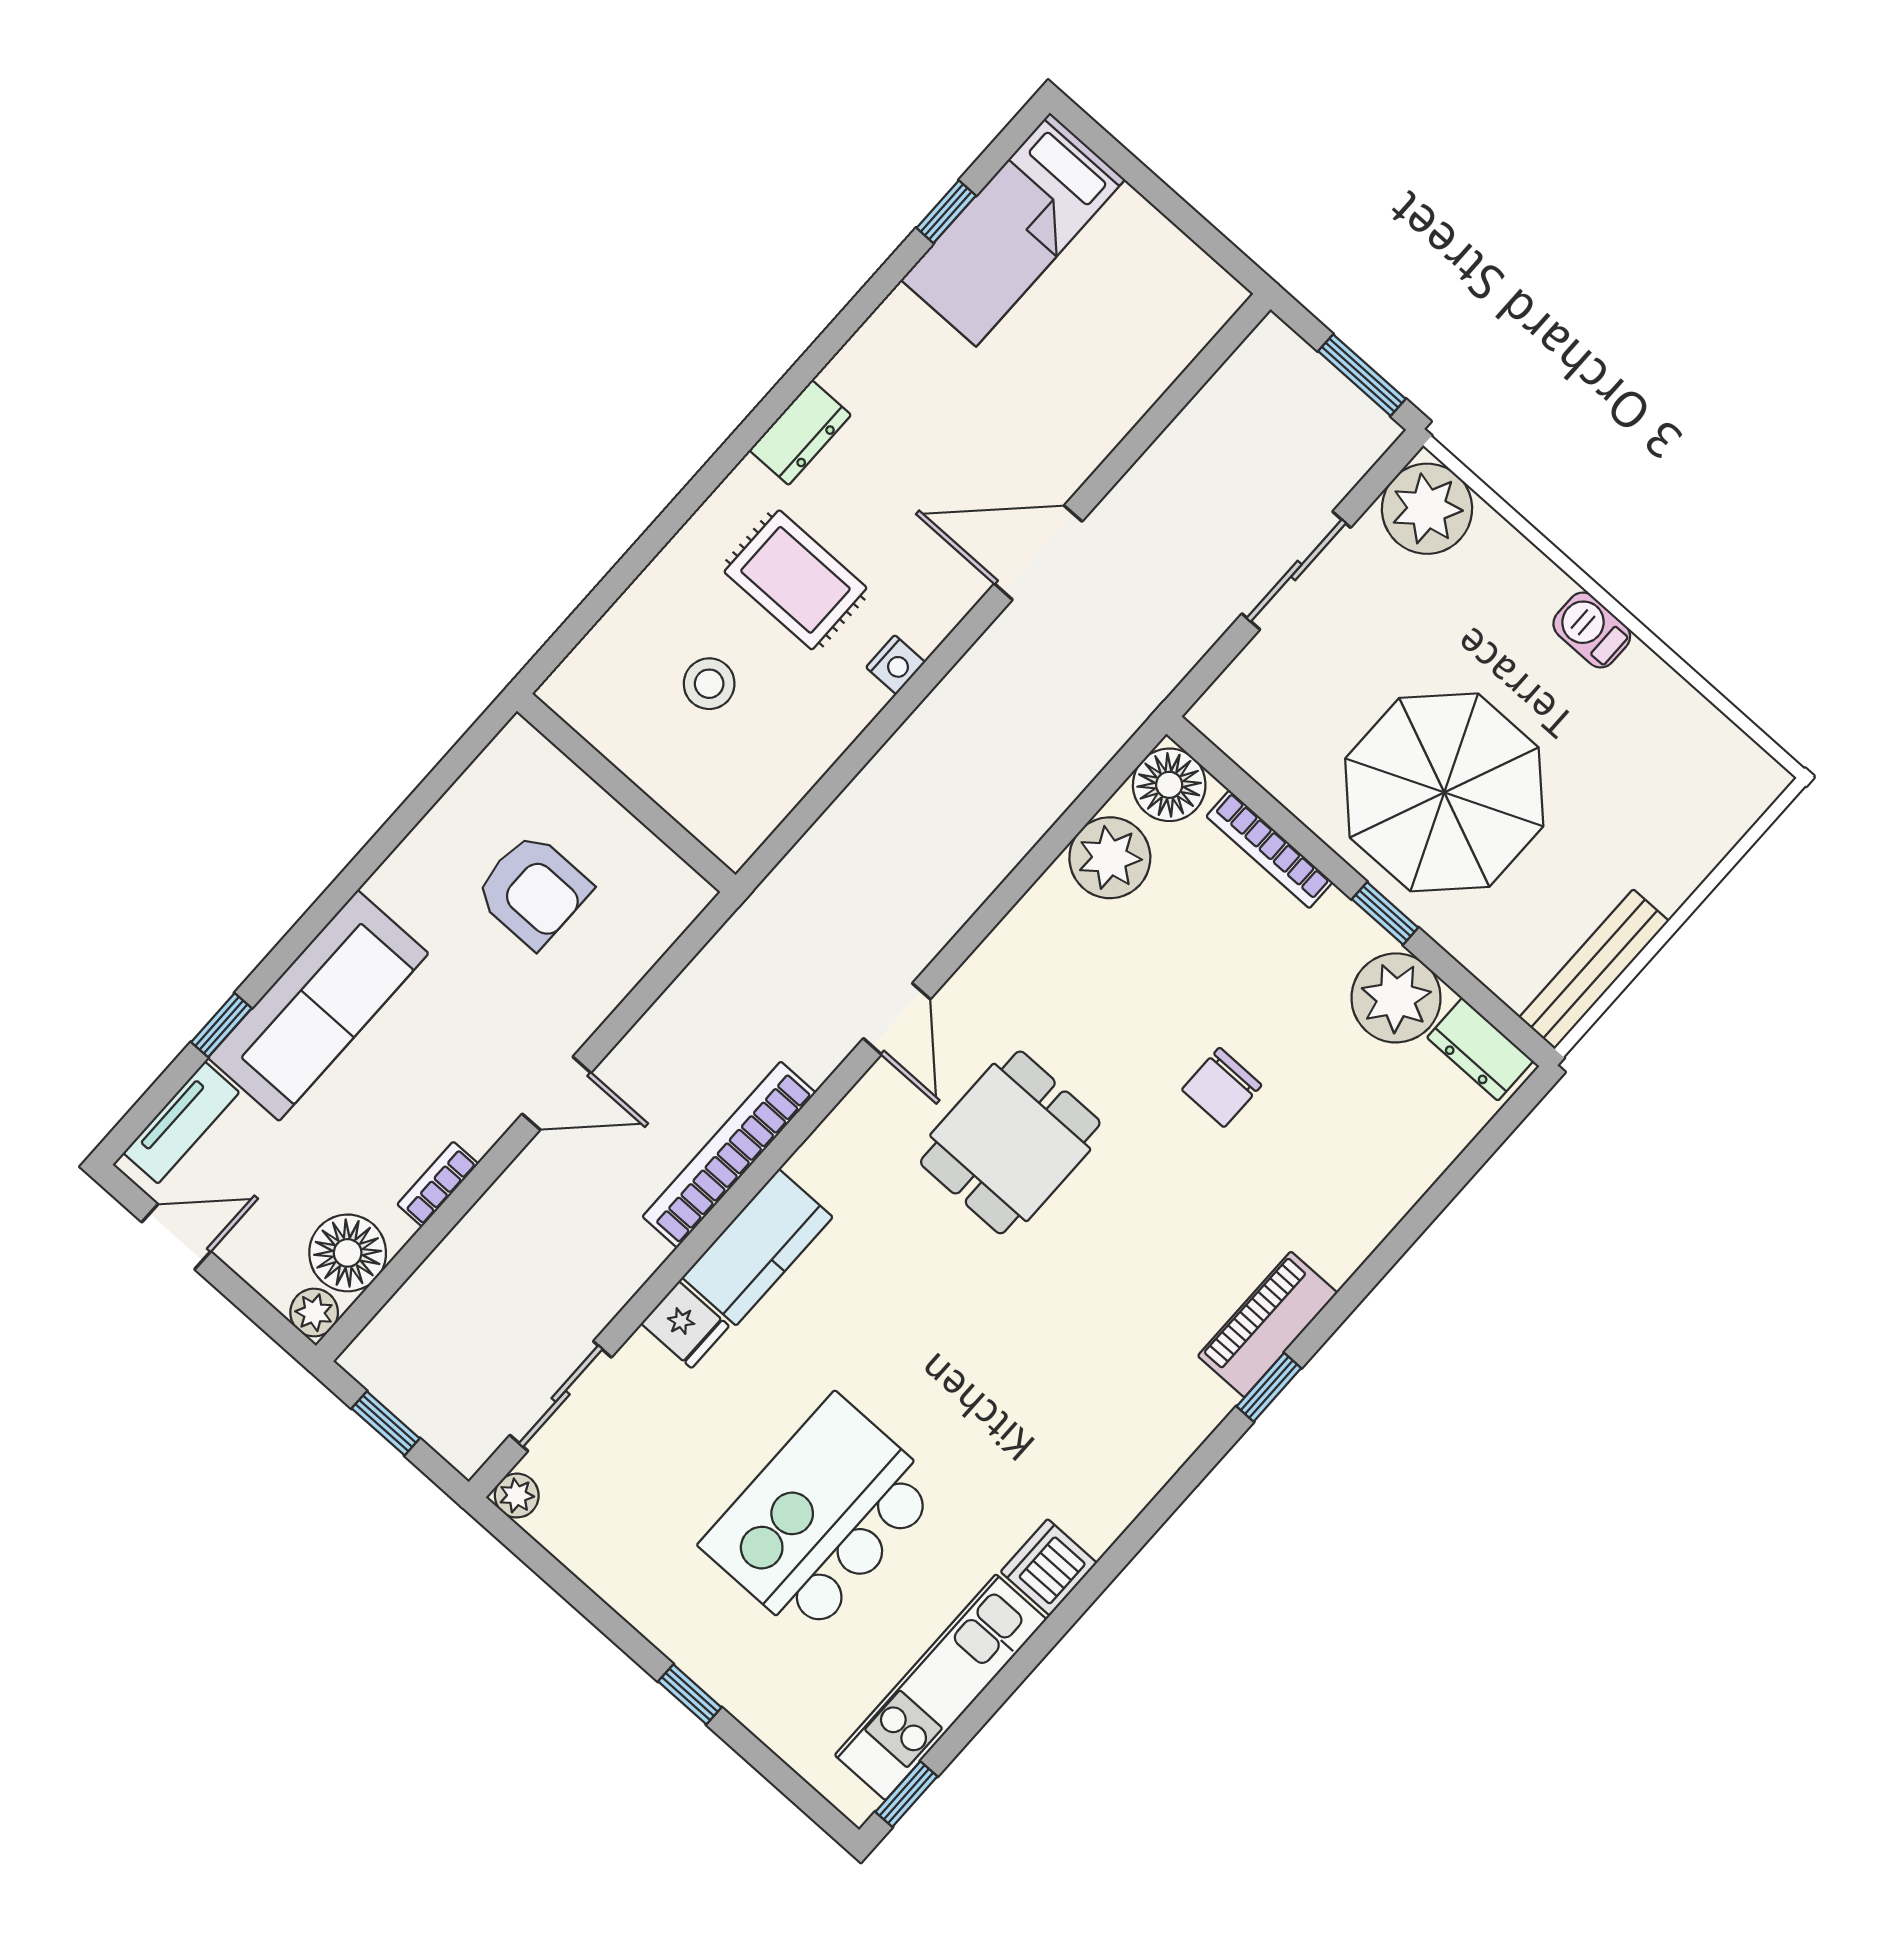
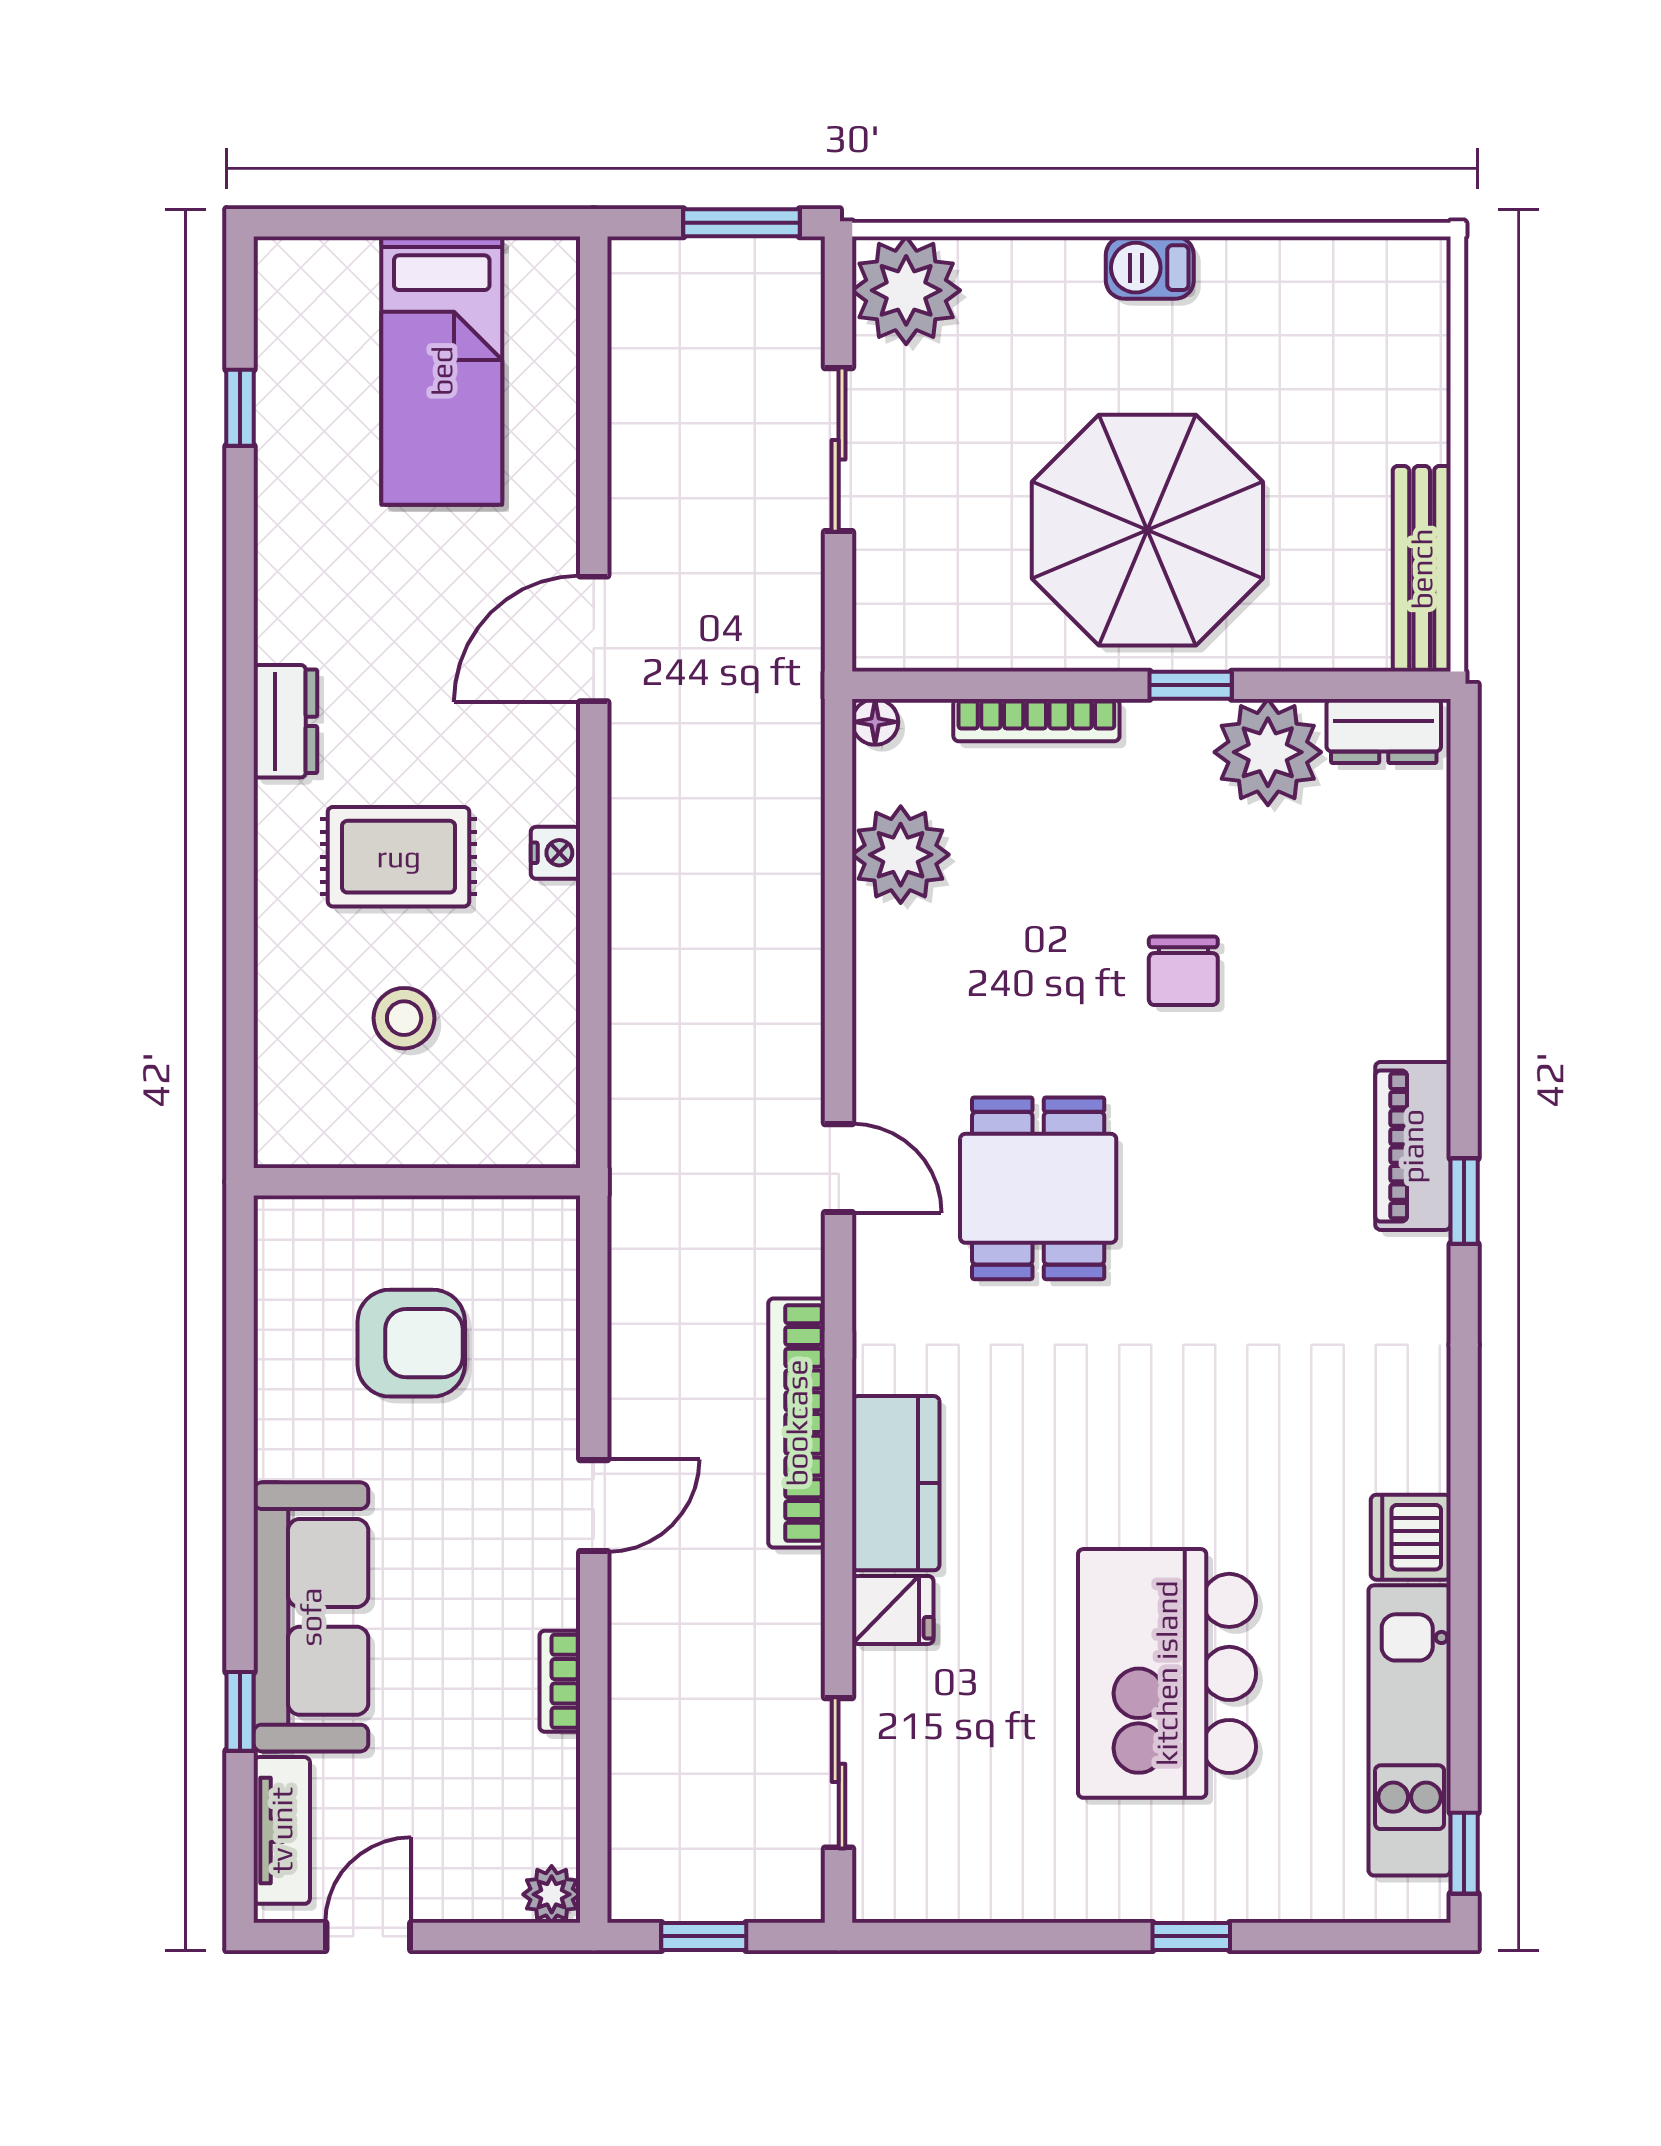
bed: (1013, 230) -> (442, 371), moved
floor lamp: (1169, 785) -> (875, 722), width x0.53, depth x0.53
floor lamp: (348, 1253) -> (534, 1814), removed
plant: (517, 1496) -> (878, 1897), removed

